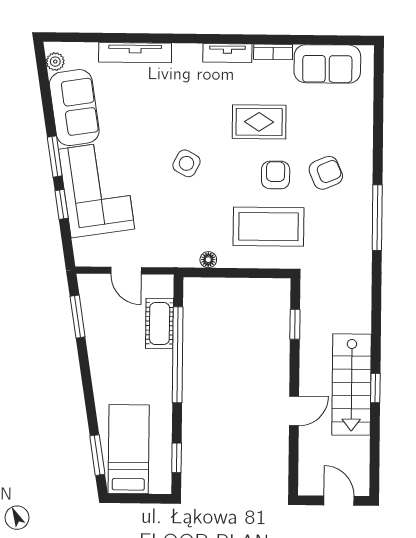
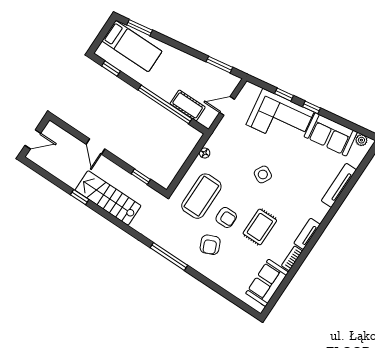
window: (55, 156) -> (312, 107), width x0.67
stairs: (352, 385) -> (108, 198), moved

